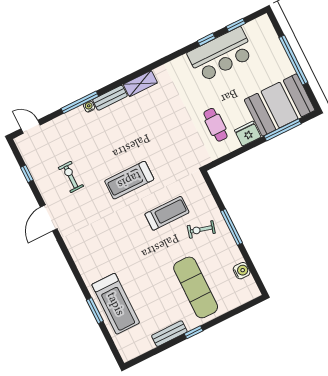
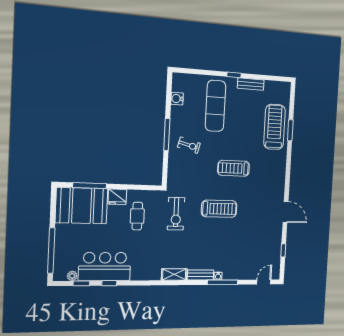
plant: (250, 28) -> (72, 276), added
window: (293, 60) -> (51, 251), moved
door: (31, 127) -> (264, 282), swing flipped
exercise bike: (71, 177) -> (176, 214), moved, width x1.38, depth x1.39
treadmill: (167, 213) -> (234, 168), moved
door: (49, 218) -> (286, 212), hinge flipped

